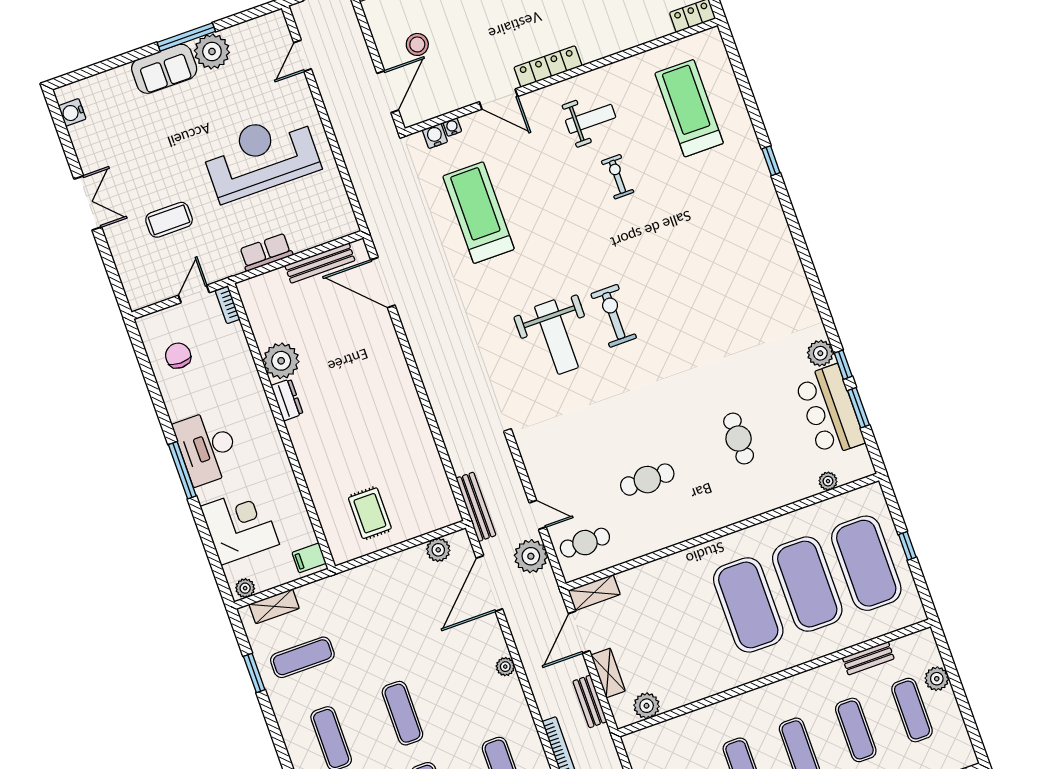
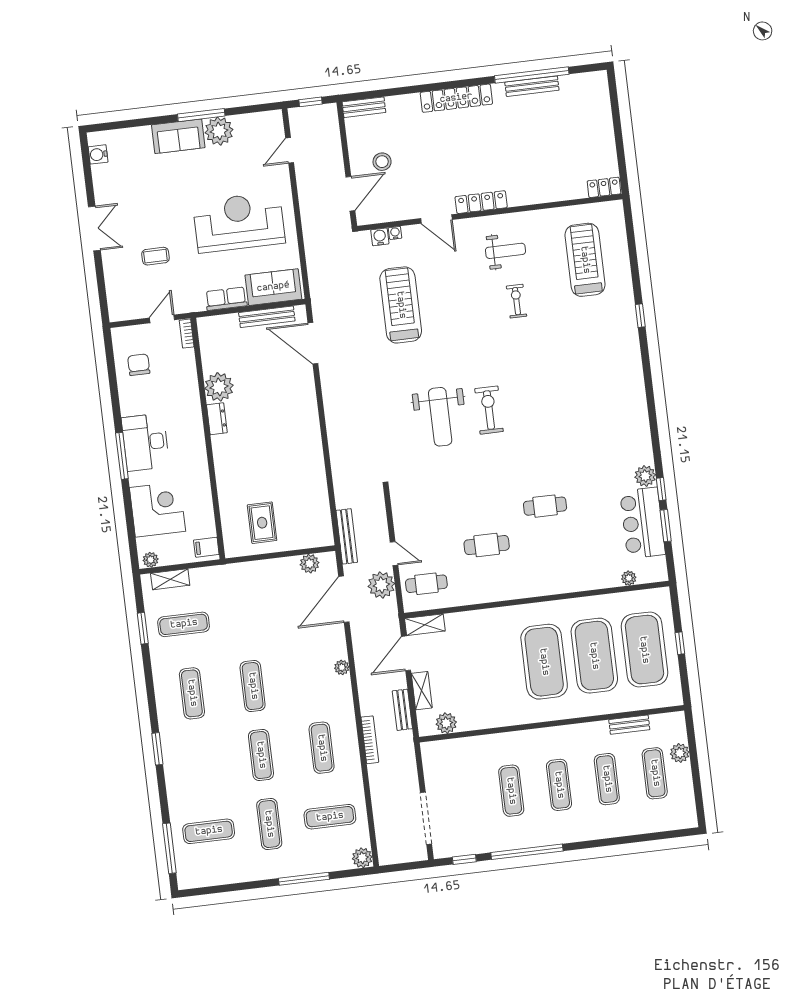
coffee table: (169, 220) -> (155, 256), width x0.73, depth x0.77
sofa: (320, 225) -> (273, 287), added
cafe table: (739, 438) -> (545, 506), moved, turned 90

